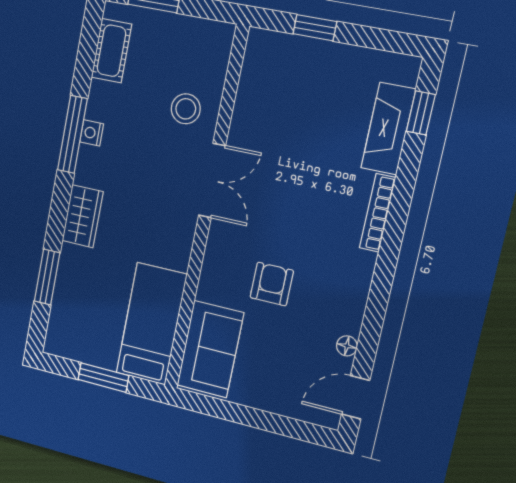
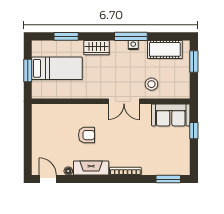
cot: (111, 51) -> (165, 49), width x1.37, depth x1.34
window: (421, 113) -> (168, 179), width x1.50
fireplace: (388, 129) -> (91, 168), moved
bed: (151, 324) -> (57, 68), moved
sofa: (210, 349) -> (171, 115), moved

